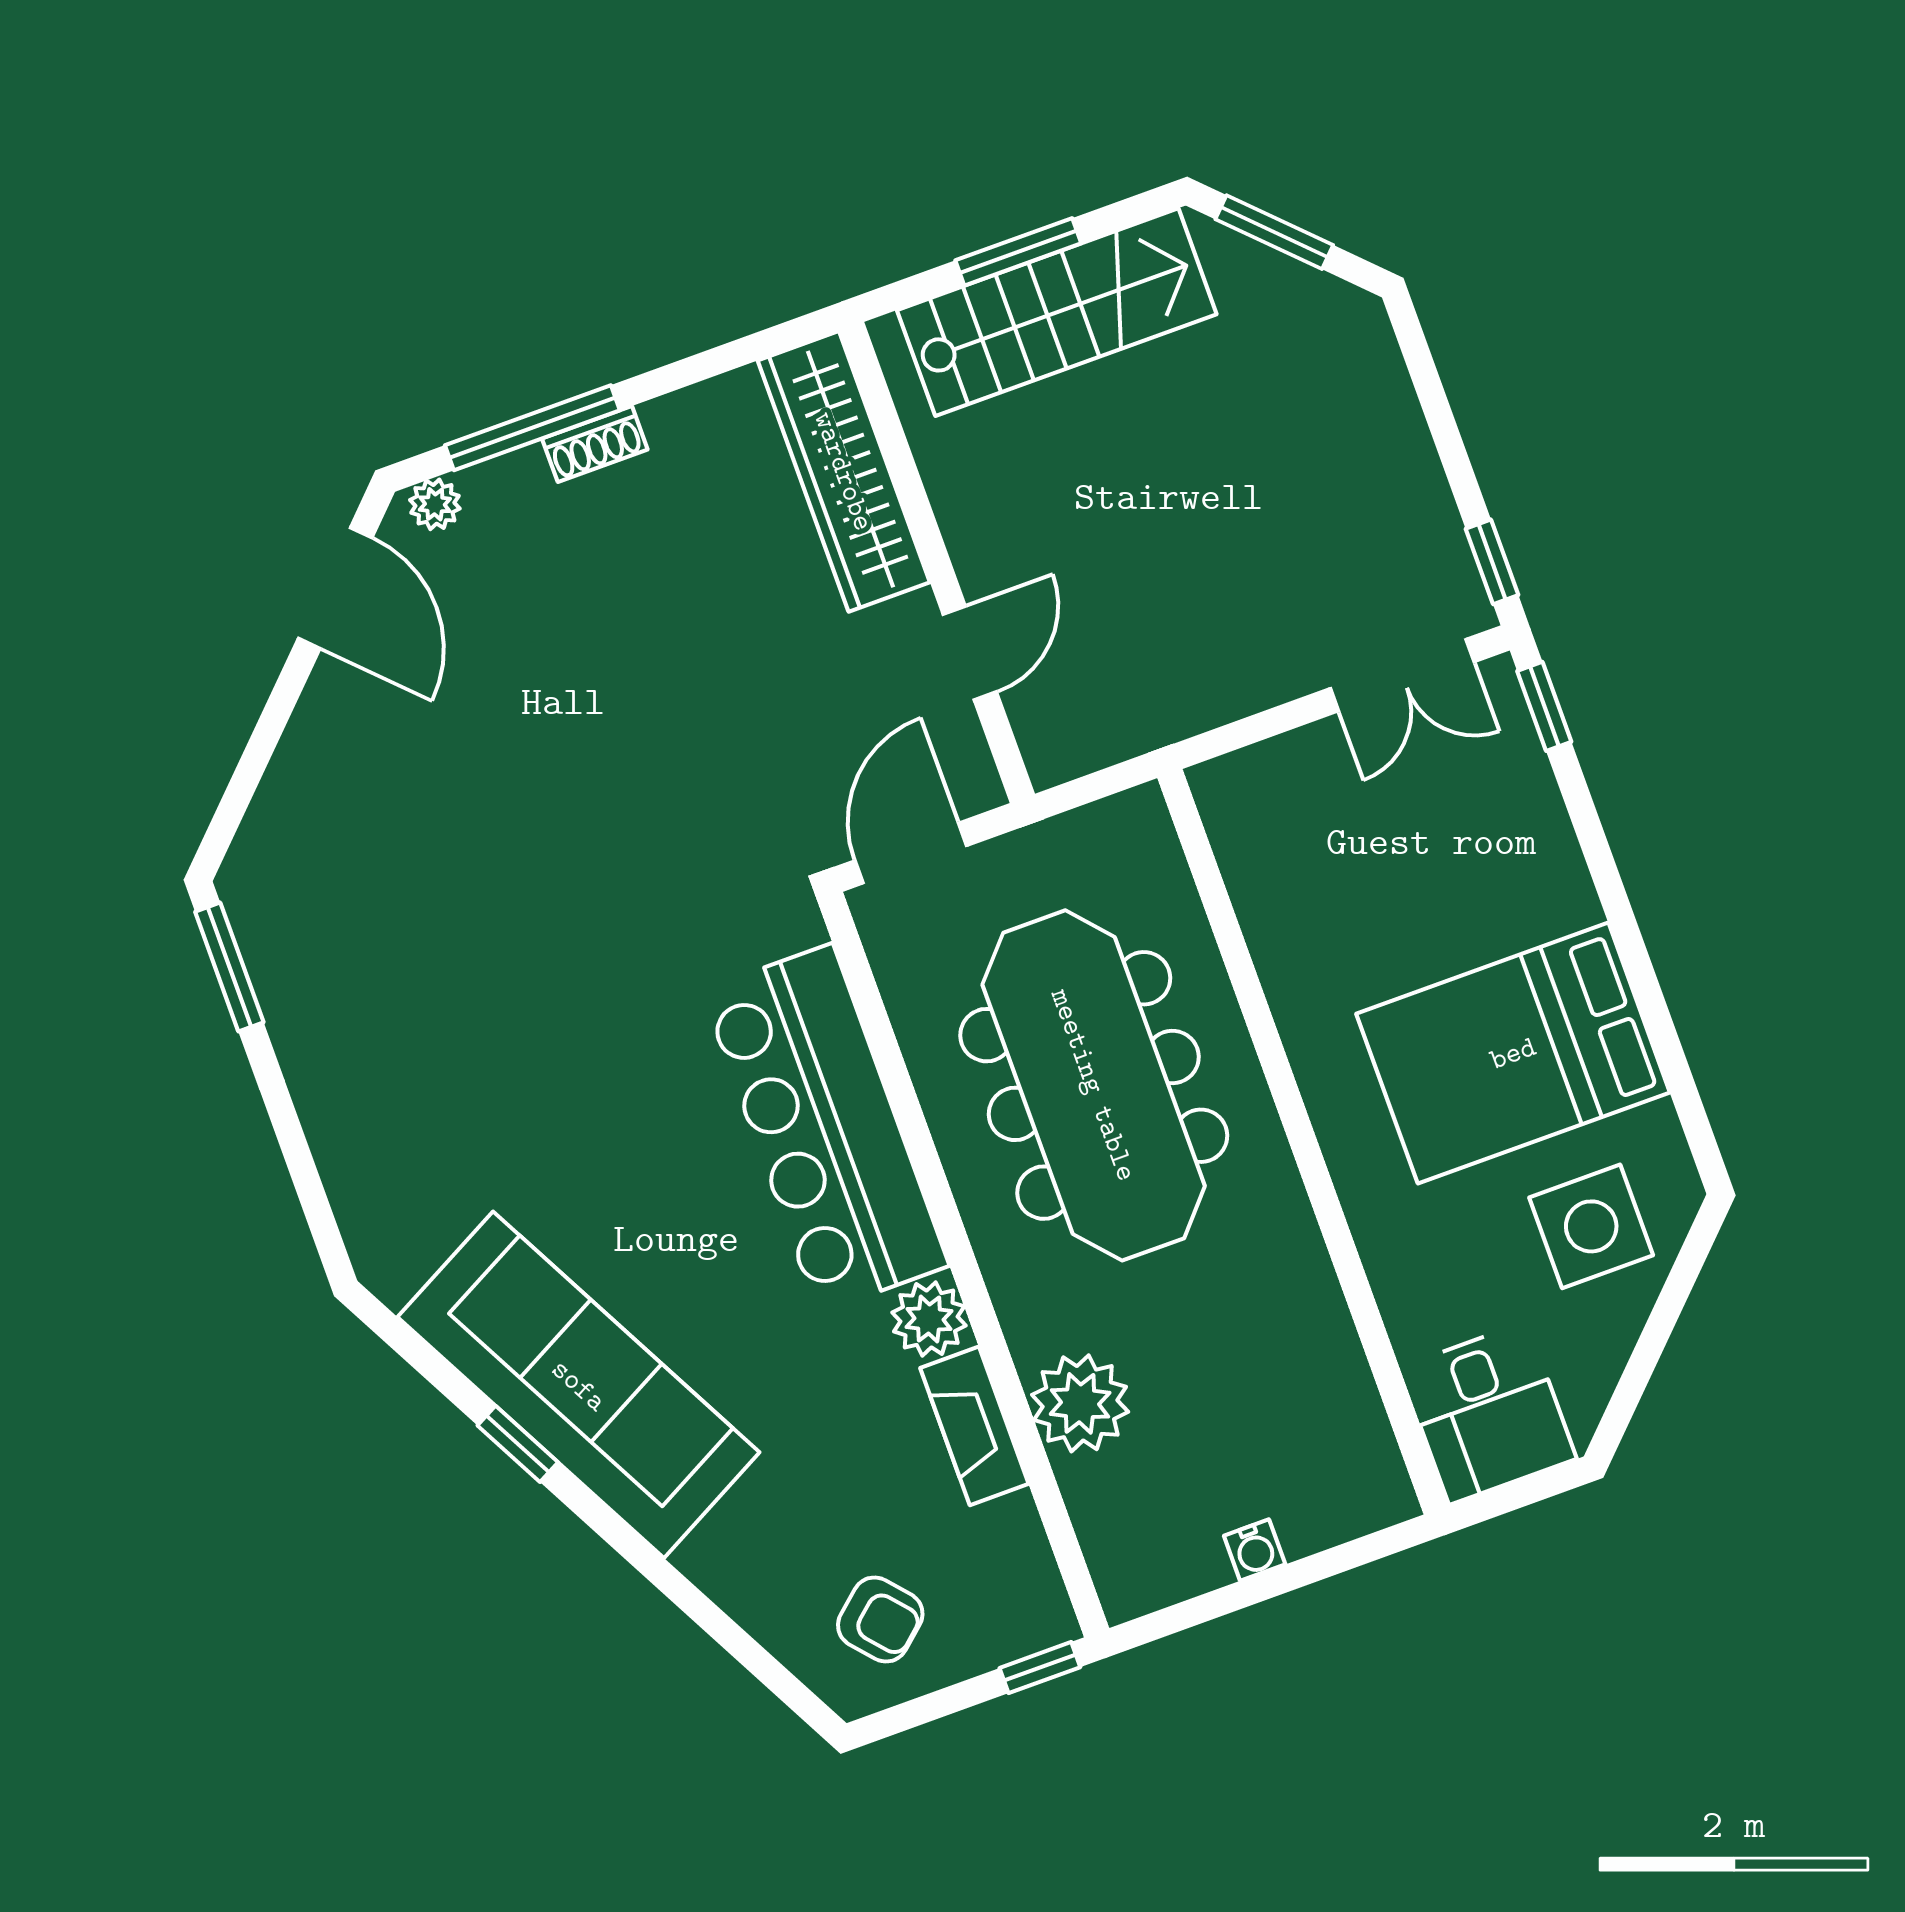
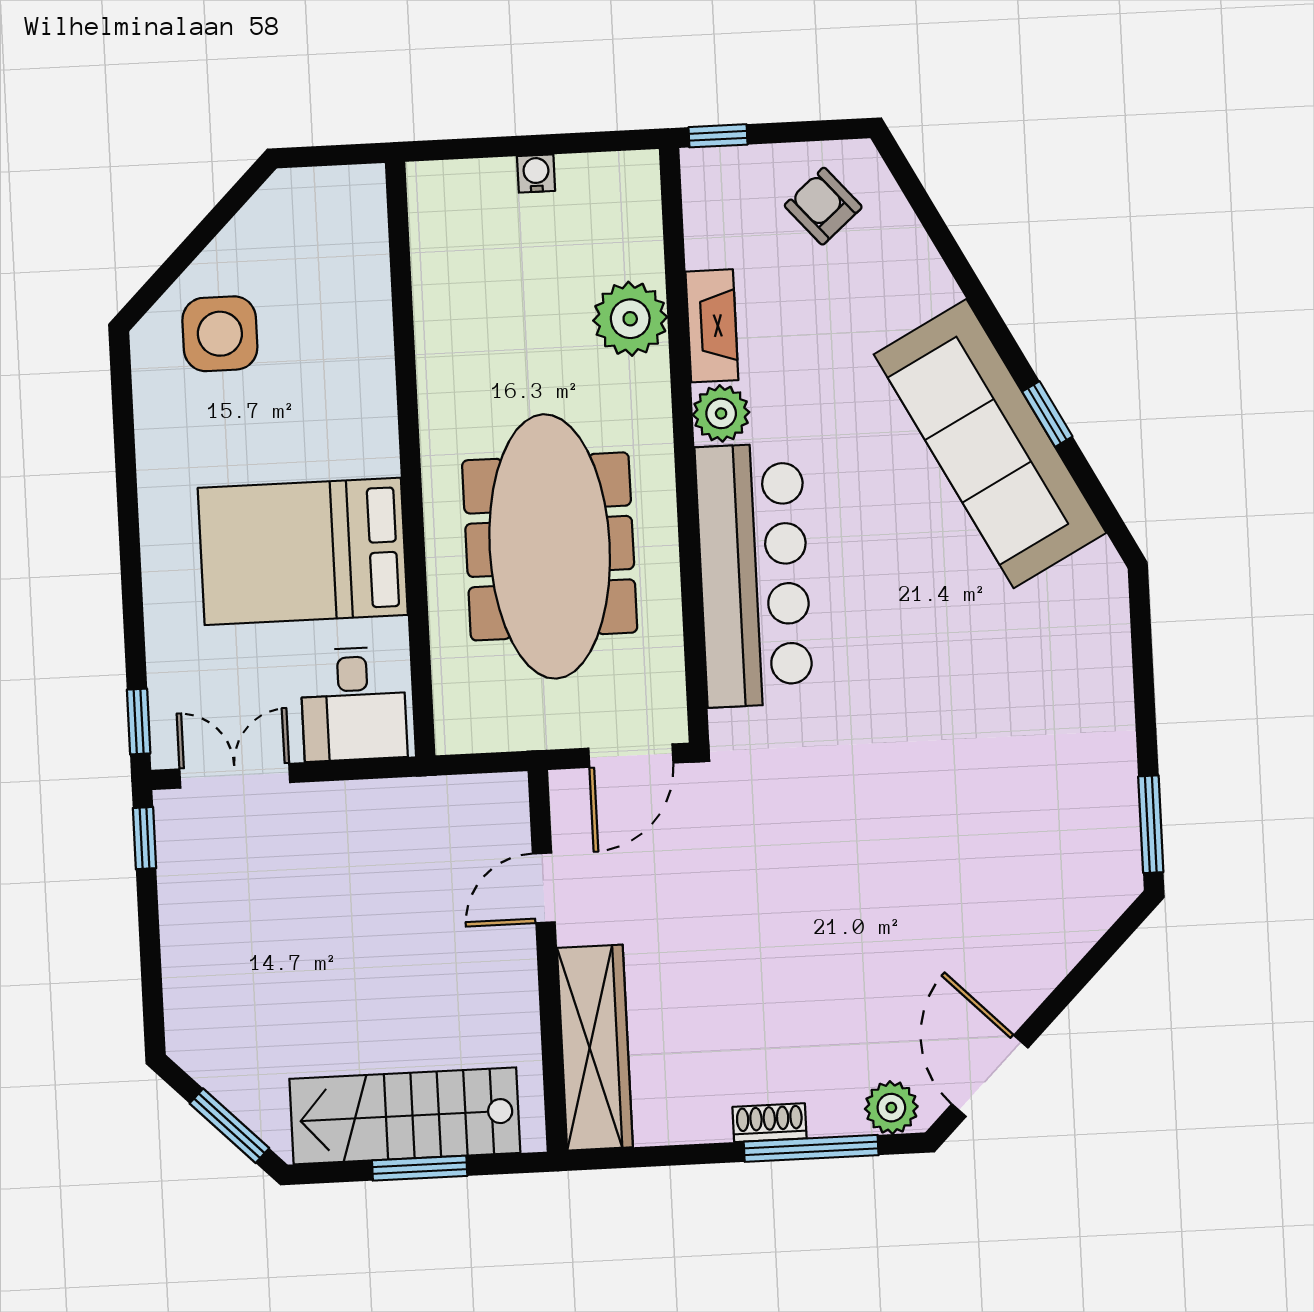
plant: (435, 504) -> (891, 1108), width x1.38, depth x1.38
bed: (1513, 1053) -> (303, 551), moved, turned 180
desk: (1488, 1413) -> (354, 704), moved, turned 180

